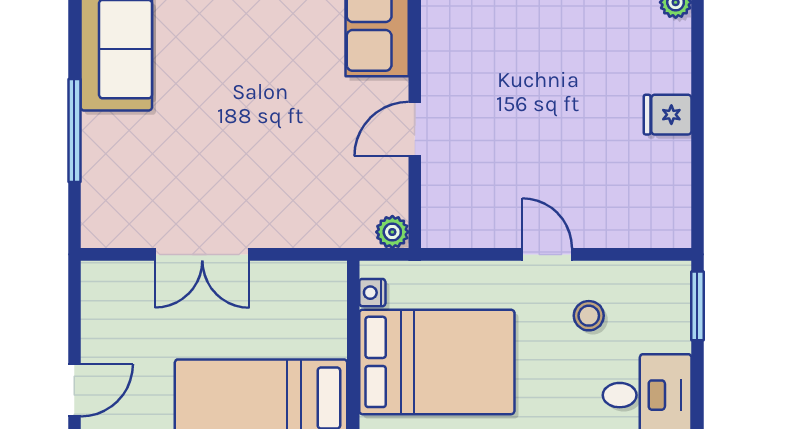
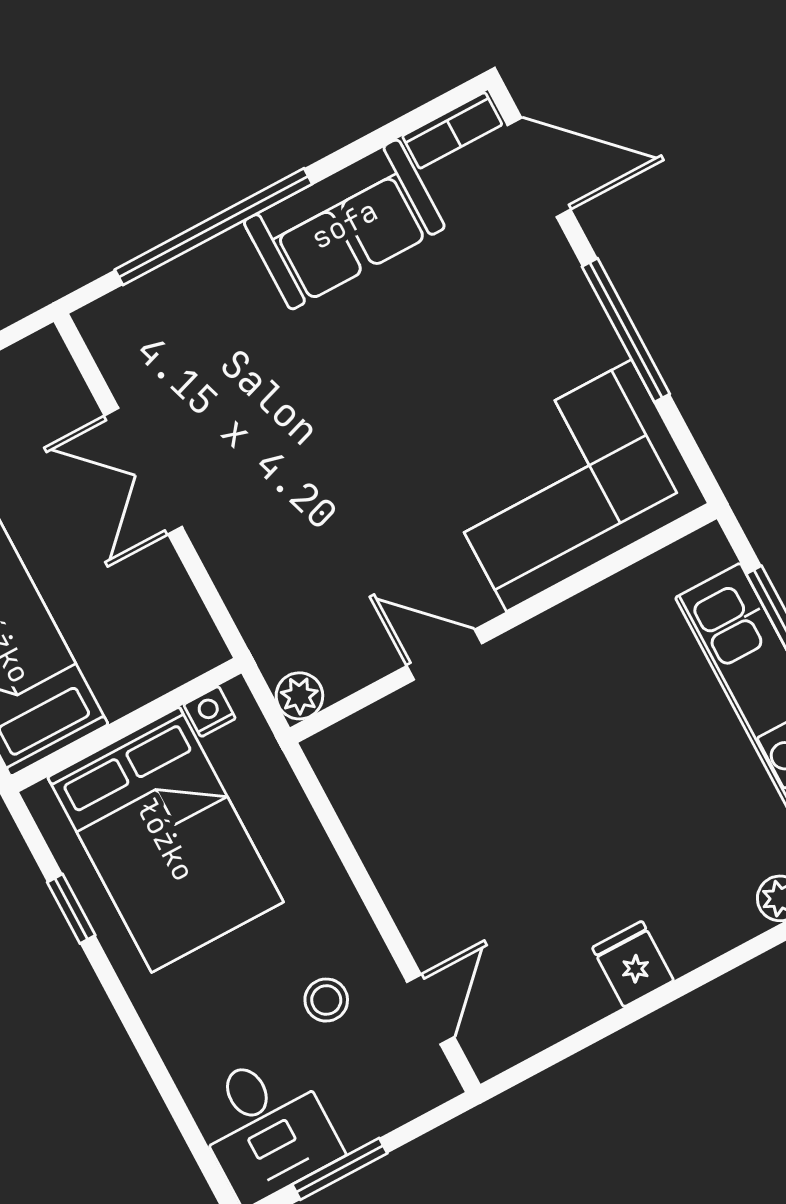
window: (74, 130) -> (214, 227), width x1.46
door: (547, 254) -> (431, 1009), moved
window: (697, 306) -> (340, 1169), moved

